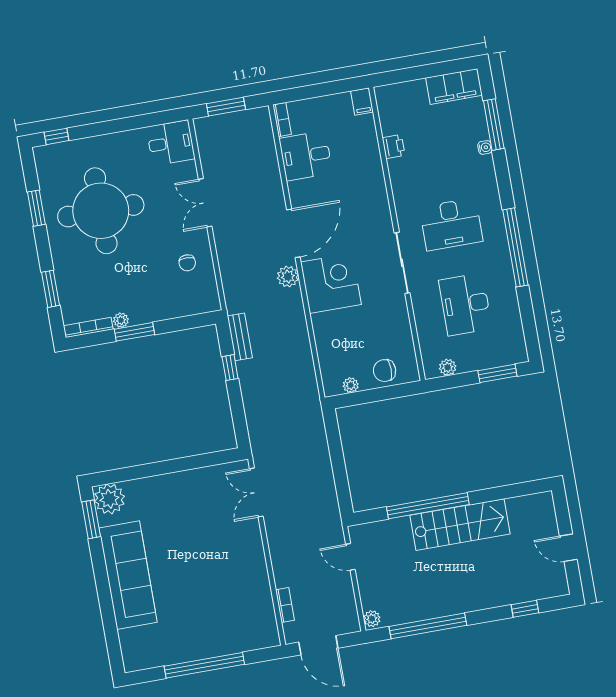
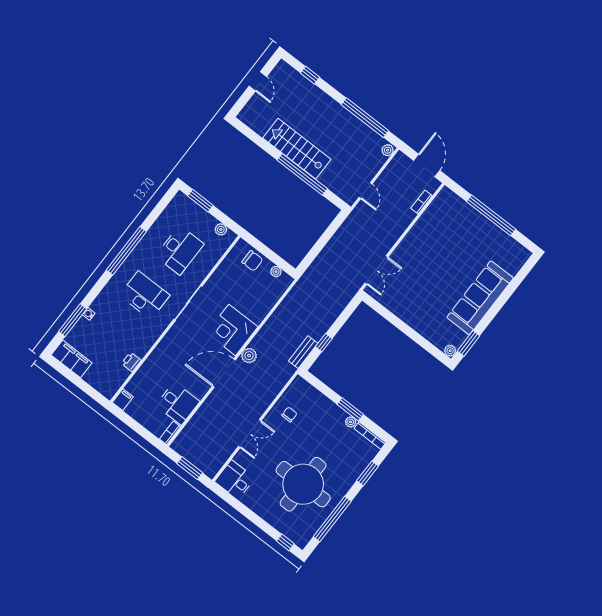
window: (36, 208) -> (332, 519), width x2.11
plant: (109, 499) -> (450, 351), width x0.53, depth x0.53

